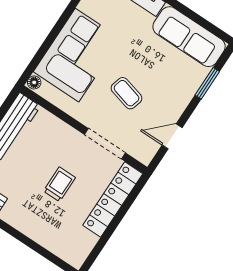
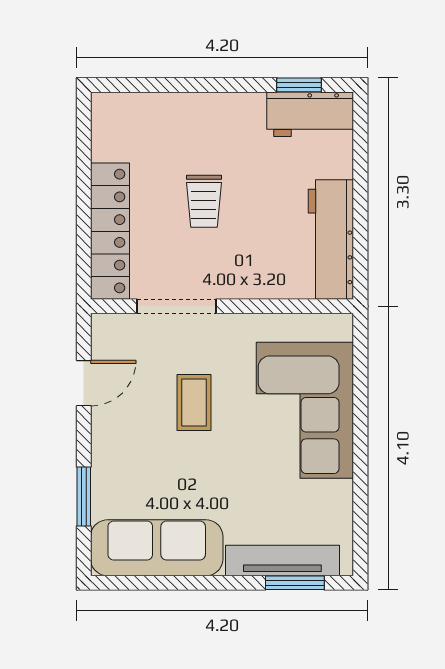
floor lamp: (34, 82) -> (342, 328), removed
coffee table: (126, 93) -> (194, 402), turned 75

